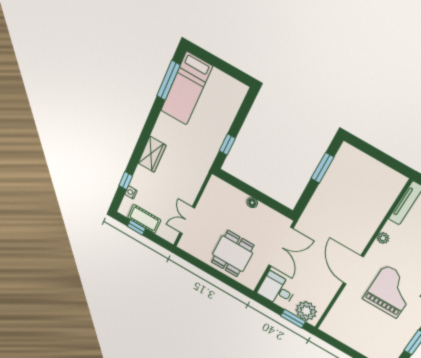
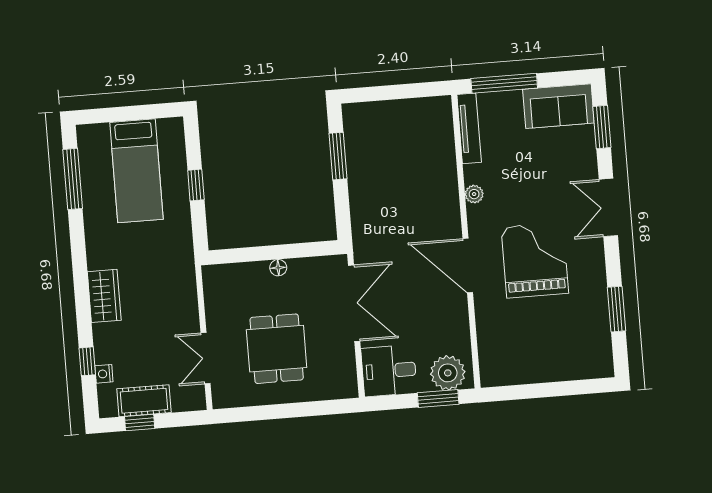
bed: (186, 89) -> (136, 171), moved
window: (227, 144) -> (196, 185), moved
dining table: (233, 254) -> (277, 349), moved

